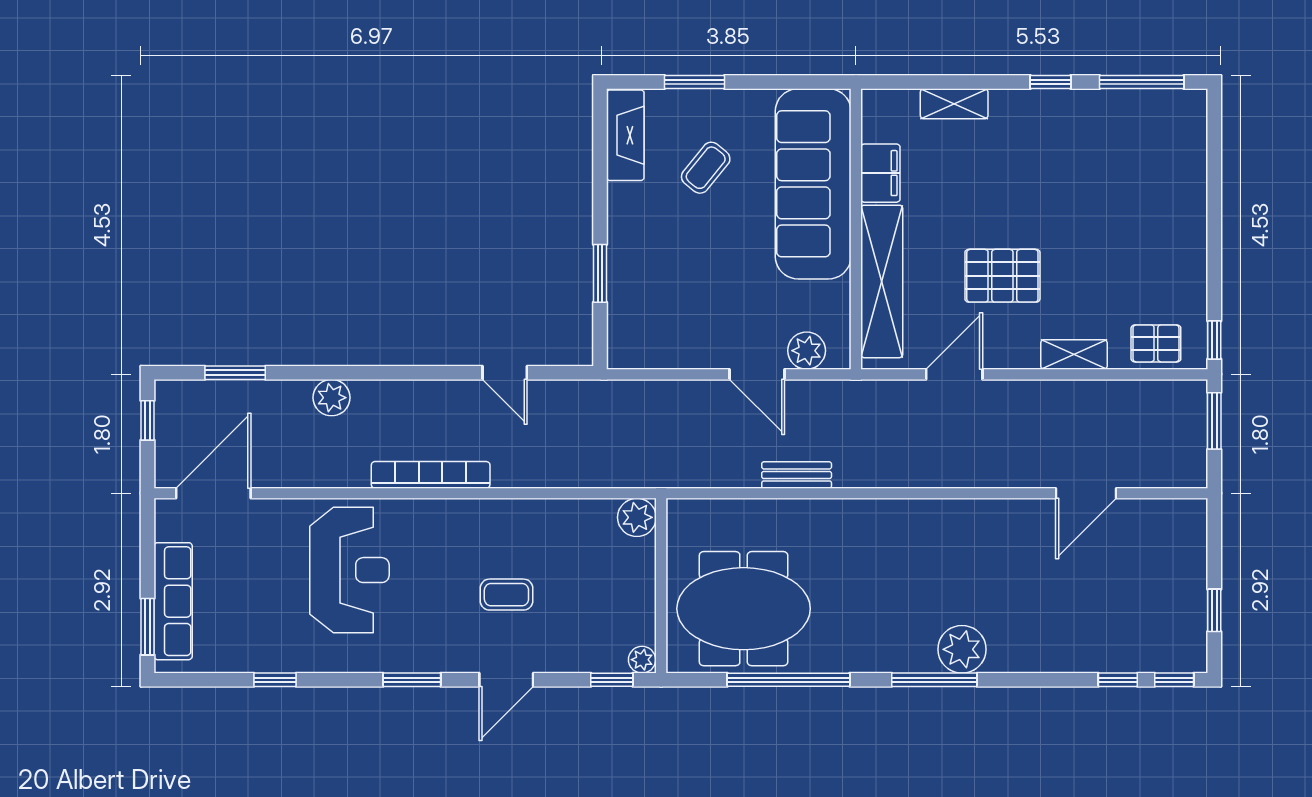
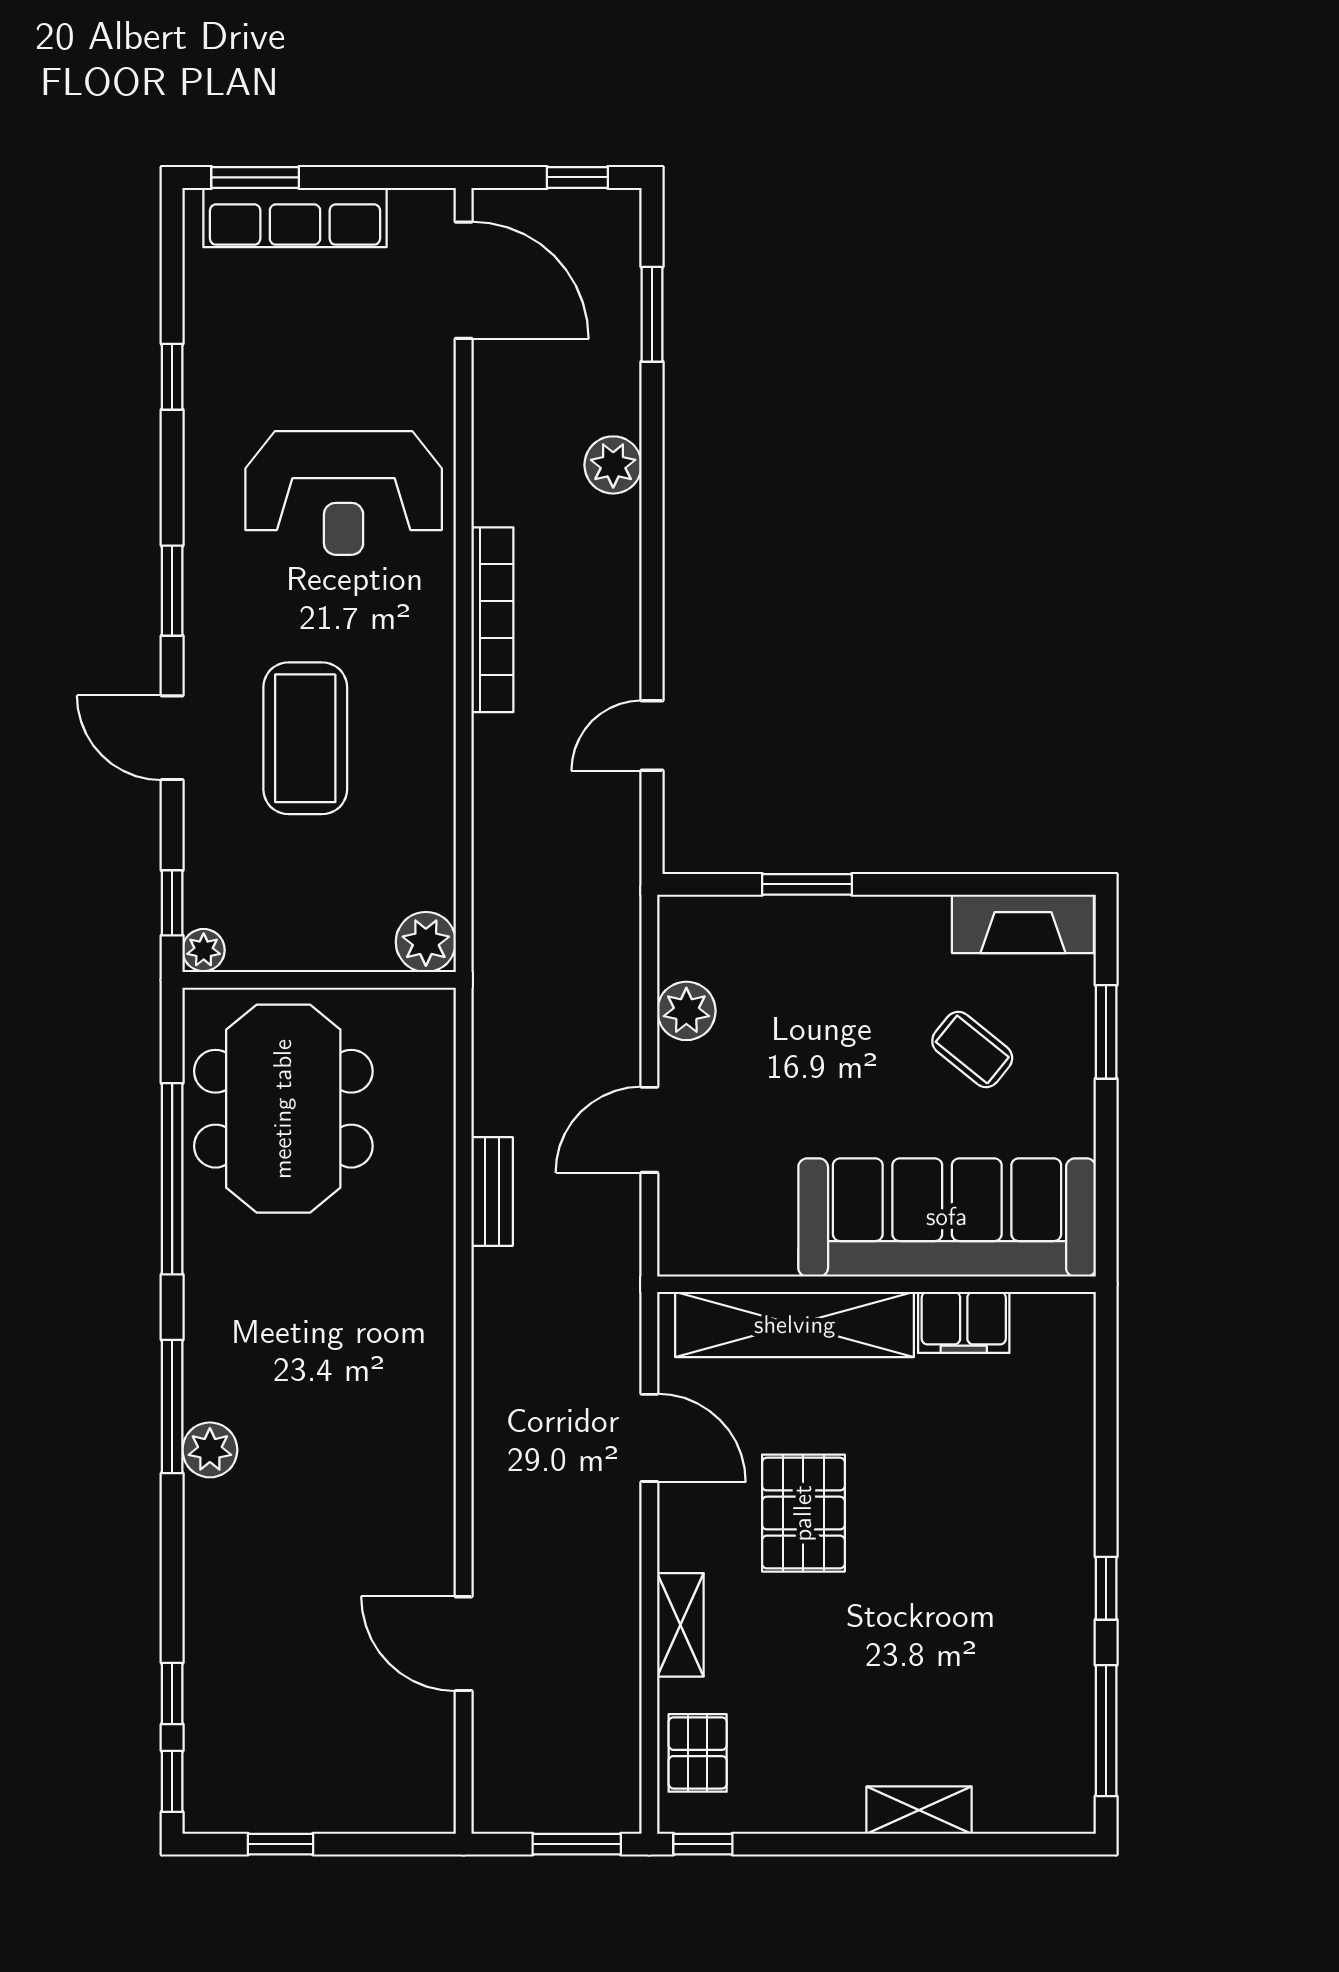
shelving: (954, 104) -> (919, 1810), moved, turned 90
plant: (807, 351) -> (686, 1011), moved
coffee table: (506, 595) -> (305, 738), width x1.86, depth x1.72
plant: (962, 649) -> (210, 1450), width x0.73, depth x0.73

